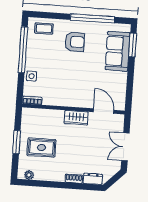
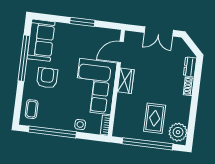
window: (133, 45) -> (82, 22), moved
sofa: (118, 51) -> (41, 40), moved, turned -90
corner sofa: (69, 89) -> (95, 86), added
window: (17, 142) -> (148, 144), width x2.11
plant: (29, 175) -> (178, 132), width x1.88, depth x1.88

